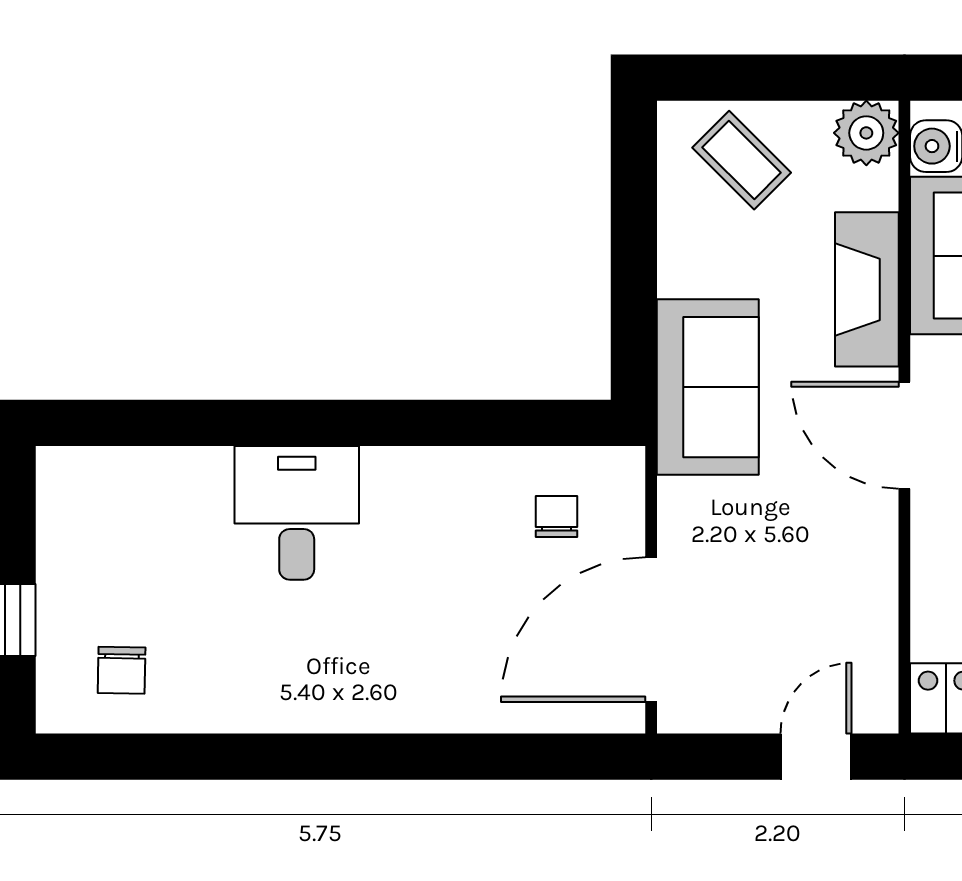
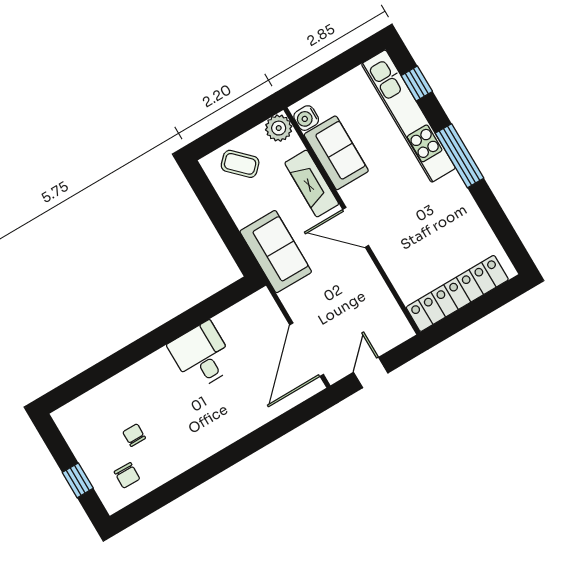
desk: (297, 513) -> (202, 356), moved
chair: (557, 516) -> (134, 435), moved
door: (816, 757) -> (371, 373), moved

